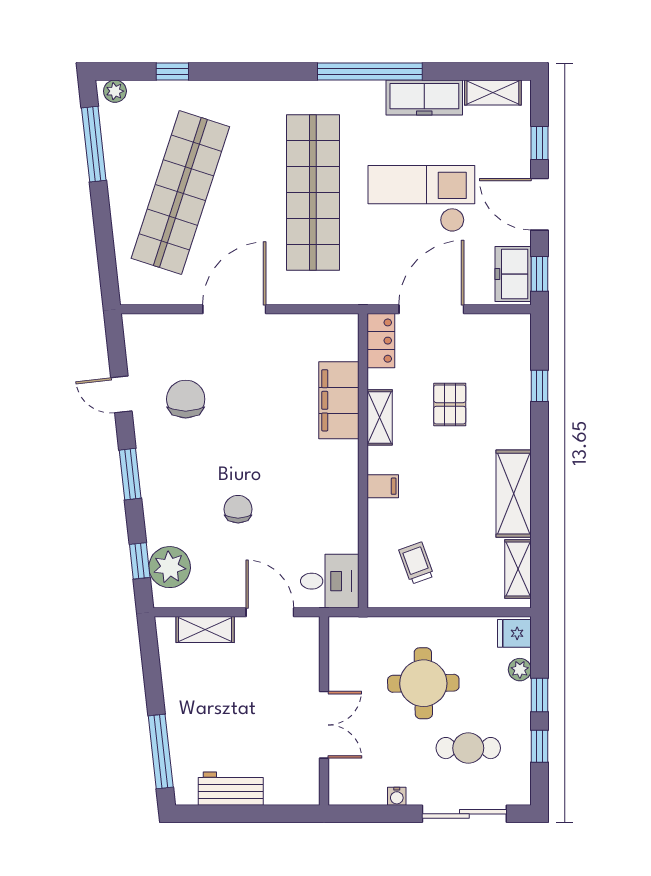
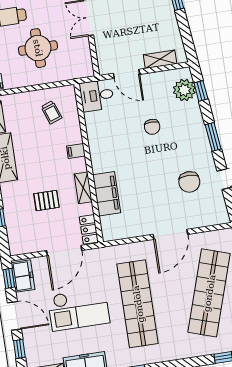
pallet: (450, 404) -> (46, 201), turned 90

